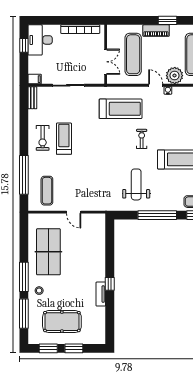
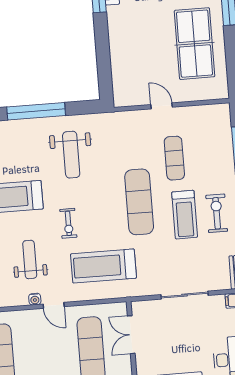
plant: (175, 76) -> (27, 322), removed
weight bench: (169, 117) -> (30, 259), added
exercise mat: (94, 150) -> (139, 202), added
exercise mat: (47, 191) -> (174, 158), moved

